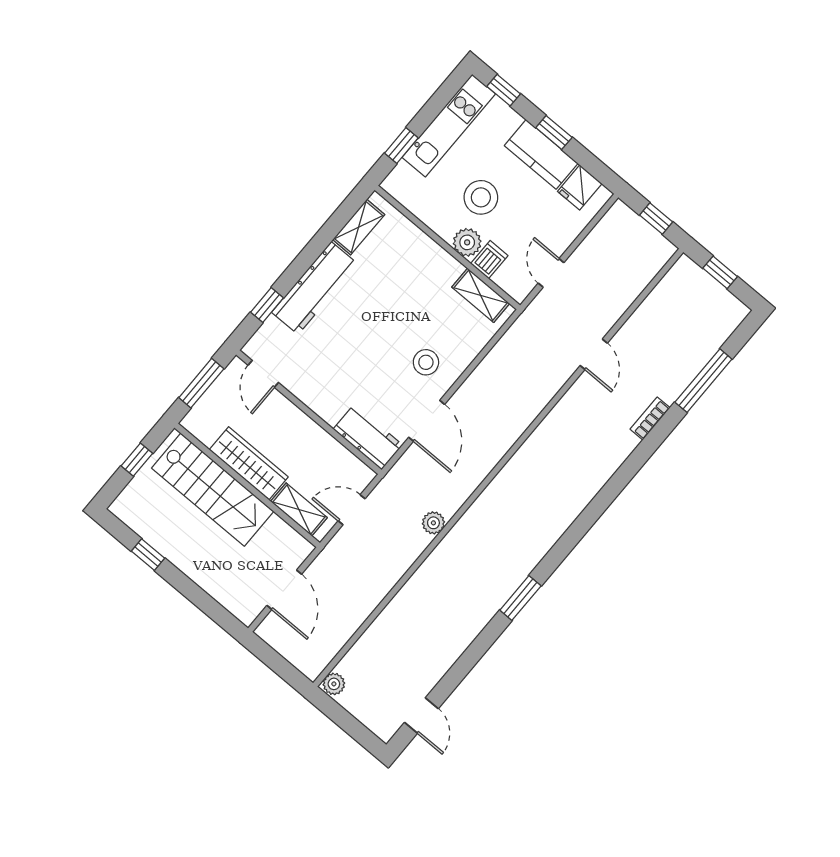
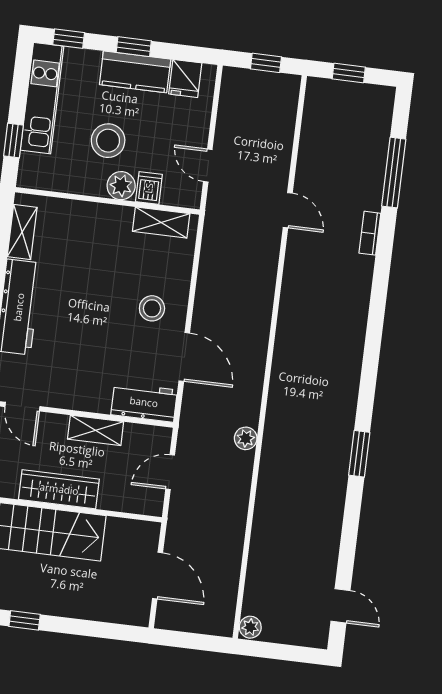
shelving: (299, 509) -> (96, 430), moved

